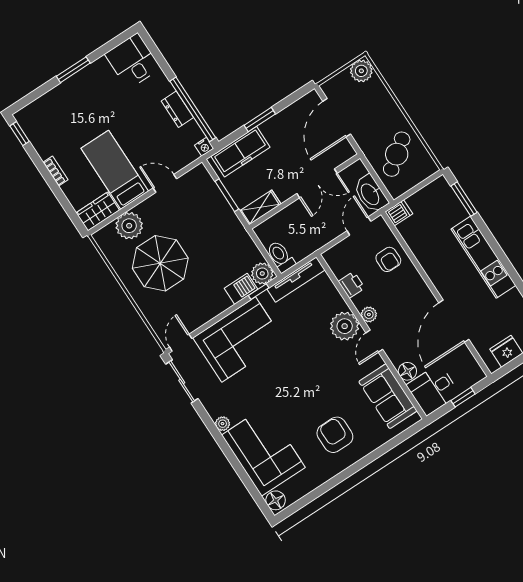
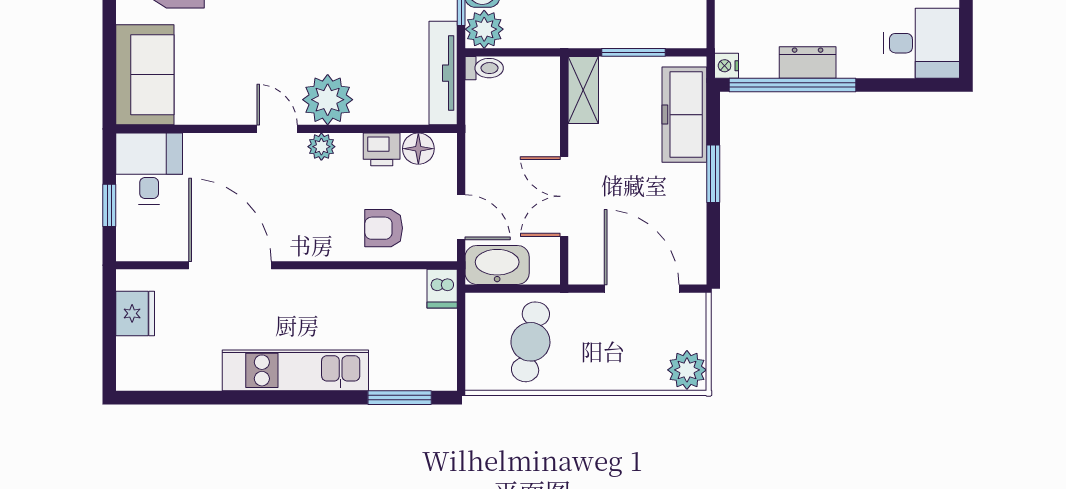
cafe table: (397, 154) -> (530, 342), turned 48
toilet: (281, 257) -> (484, 68), width x0.73, depth x0.72
floor lamp: (407, 371) -> (418, 149), moved
sofa: (388, 396) -> (145, 75), moved, turned 90

